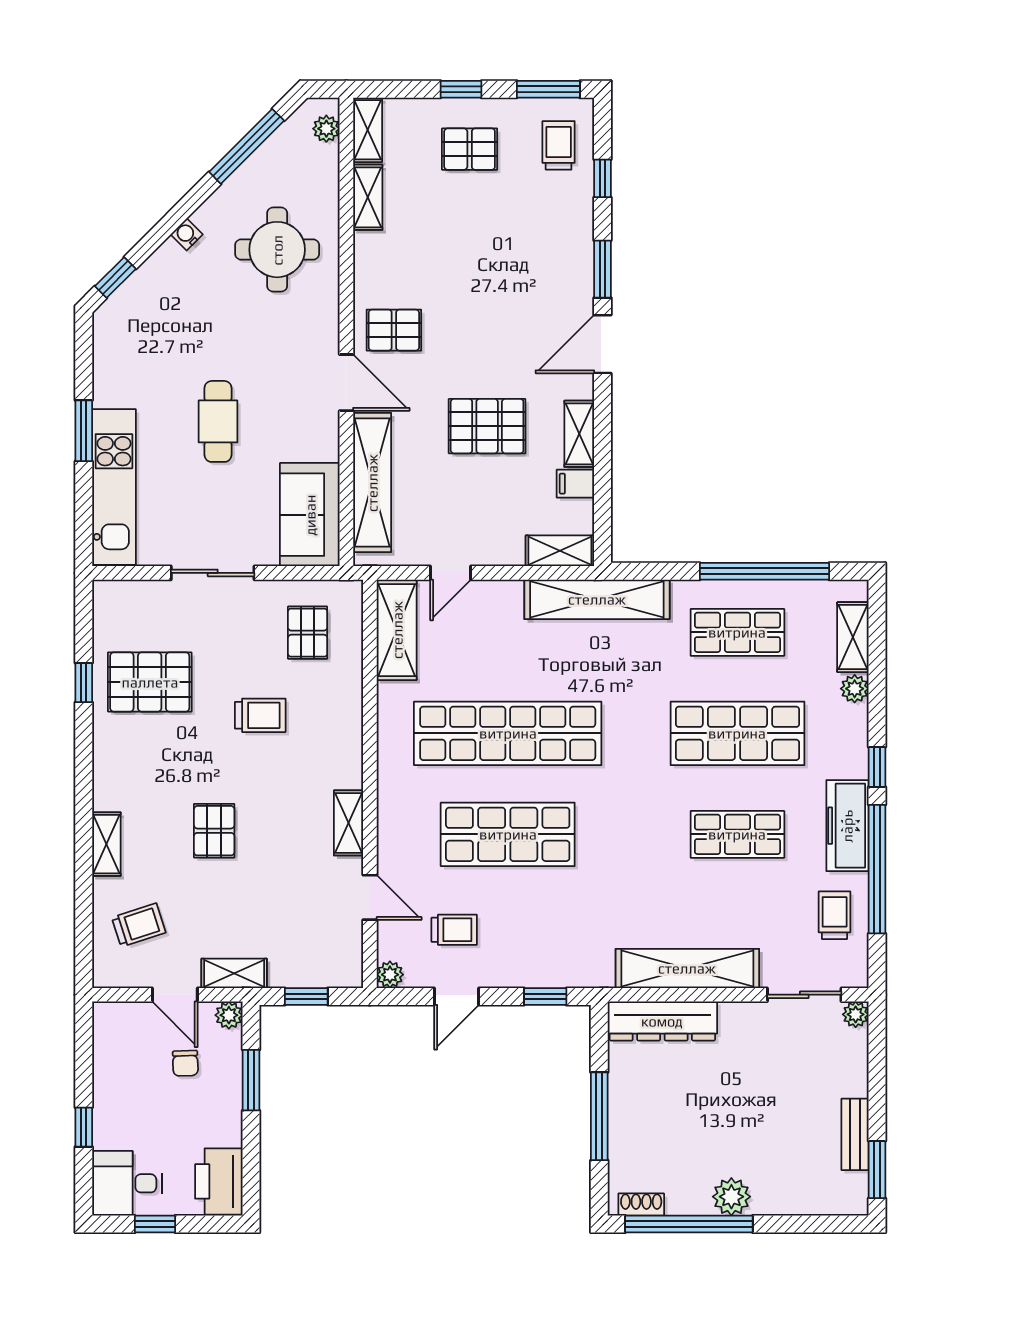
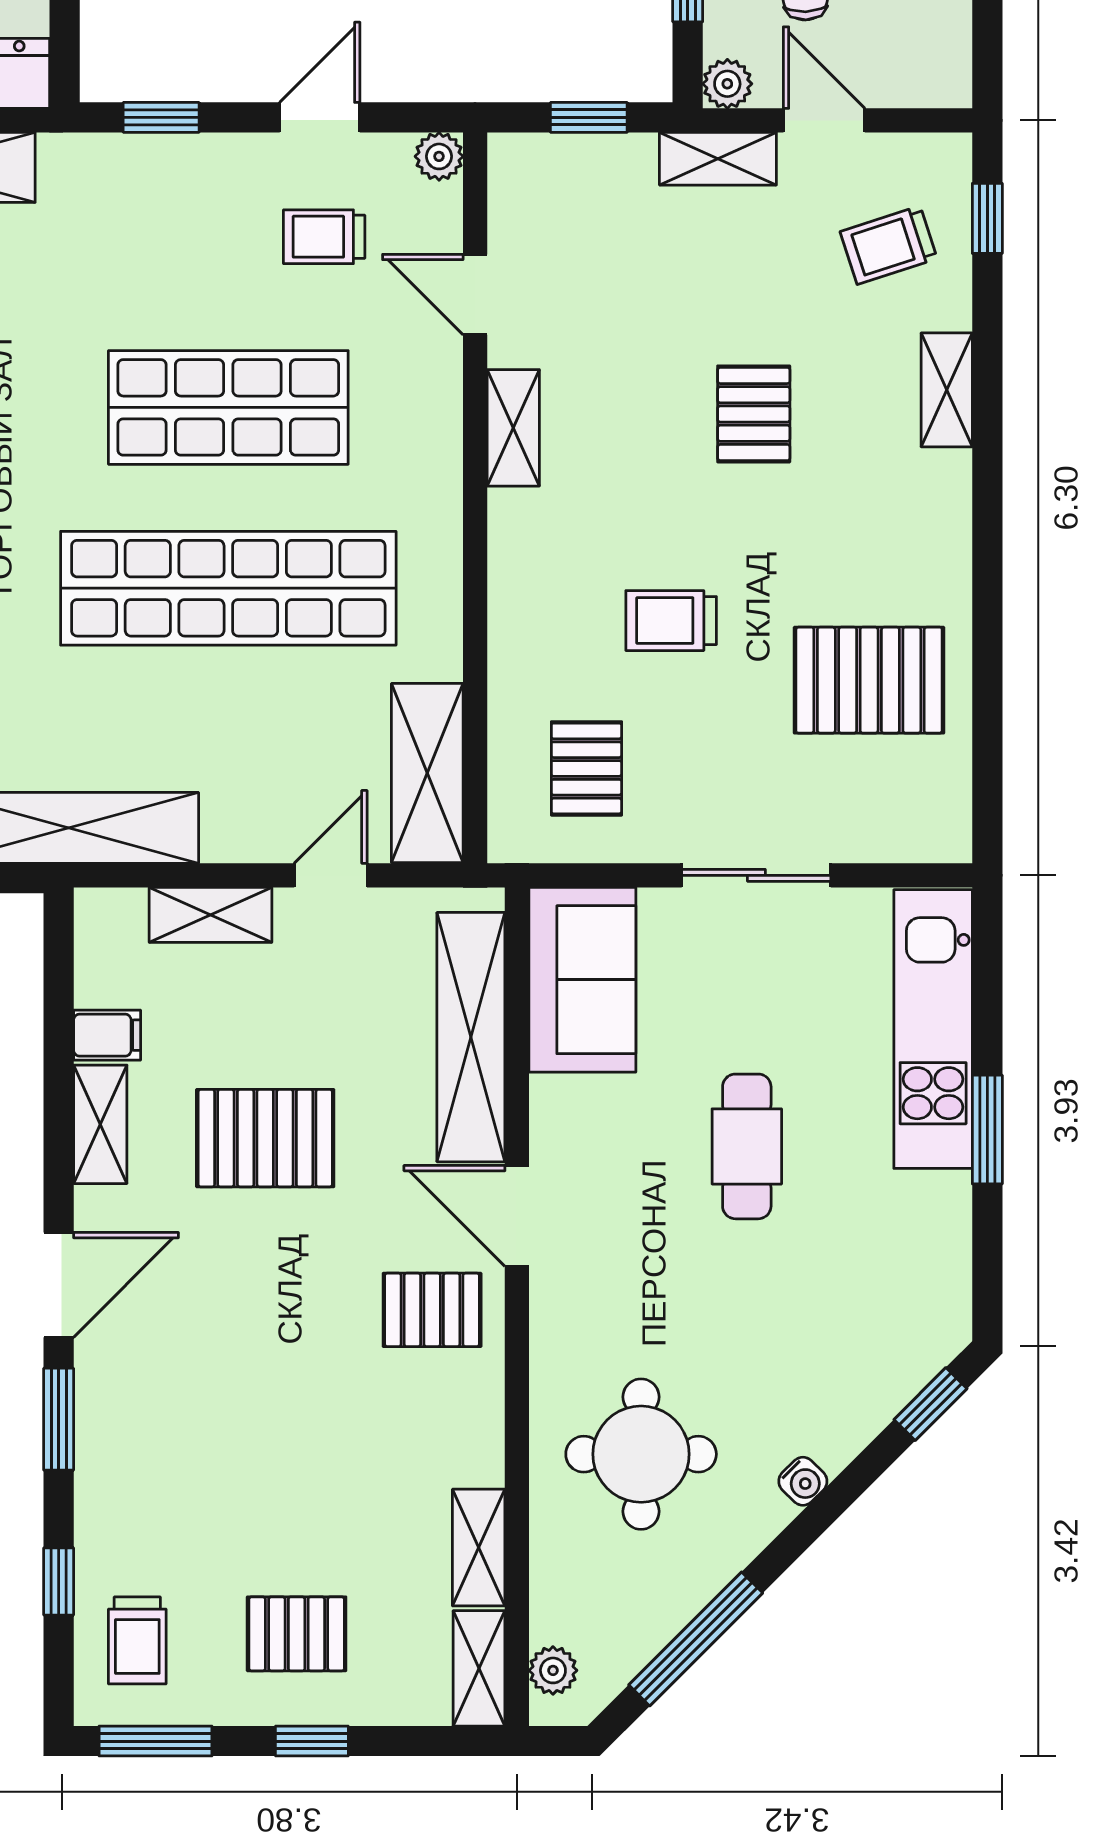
shelving: (560, 551) -> (210, 915), moved
window: (84, 683) -> (987, 218), moved

